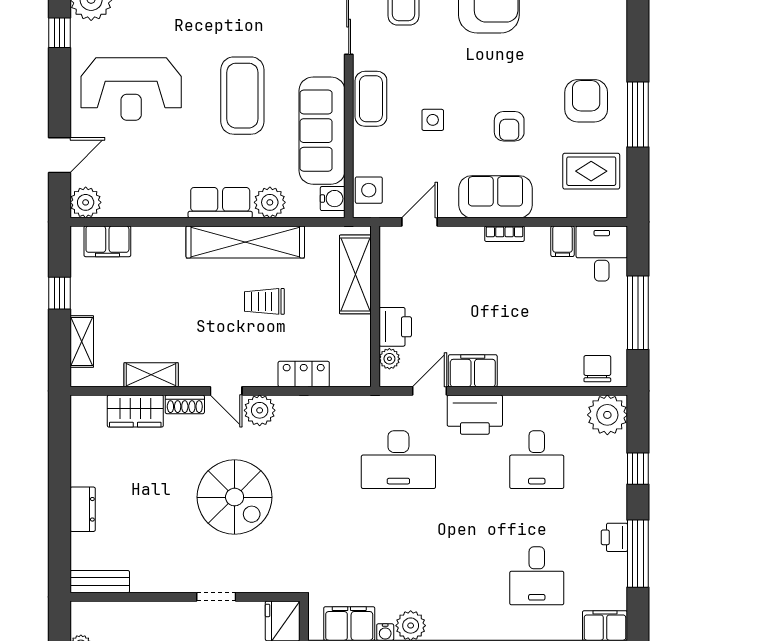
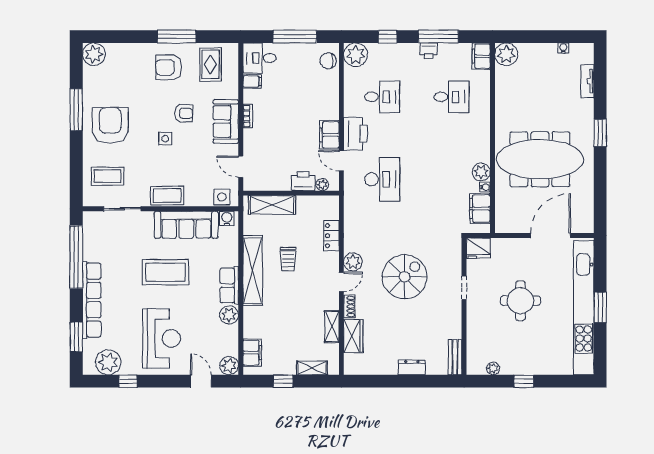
side table: (433, 120) -> (165, 139), moved
plant: (270, 202) -> (229, 315), moved

